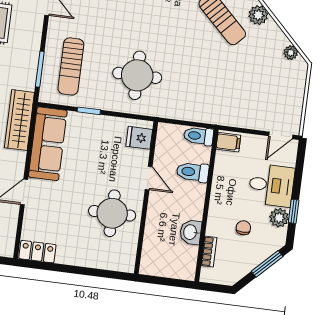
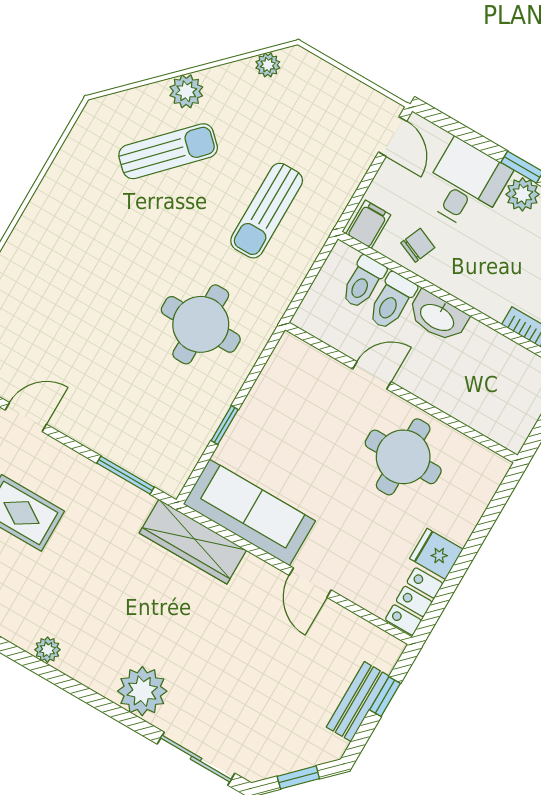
sun lounger: (71, 66) -> (267, 211), moved, turned 90
toilet: (198, 136) -> (363, 282), moved
fridge: (139, 138) -> (436, 554), moved, turned 90
chair: (243, 228) -> (418, 245), moved, turned 113
washbasin: (191, 232) -> (438, 317), moved, width x1.38

